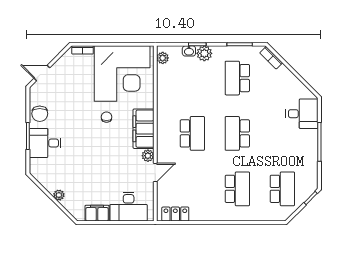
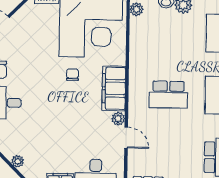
school desk: (192, 133) -> (168, 95), turned 90
door: (155, 172) -> (126, 138), hinge flipped

